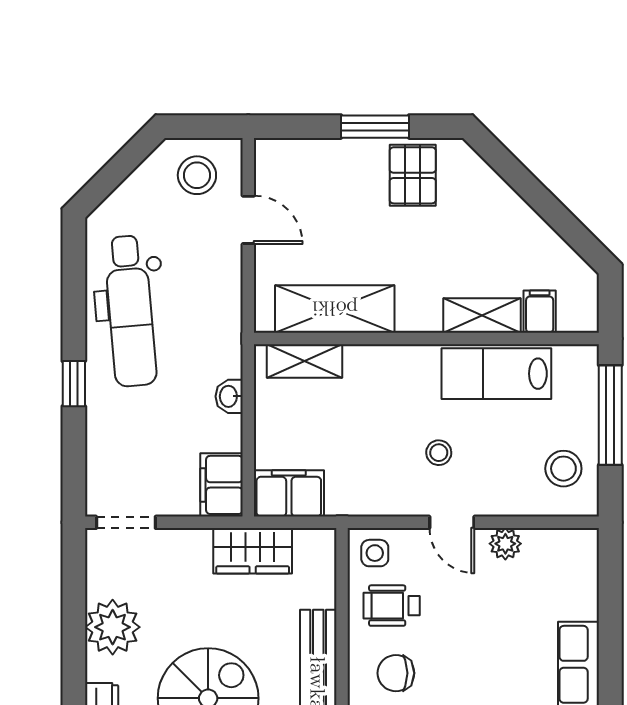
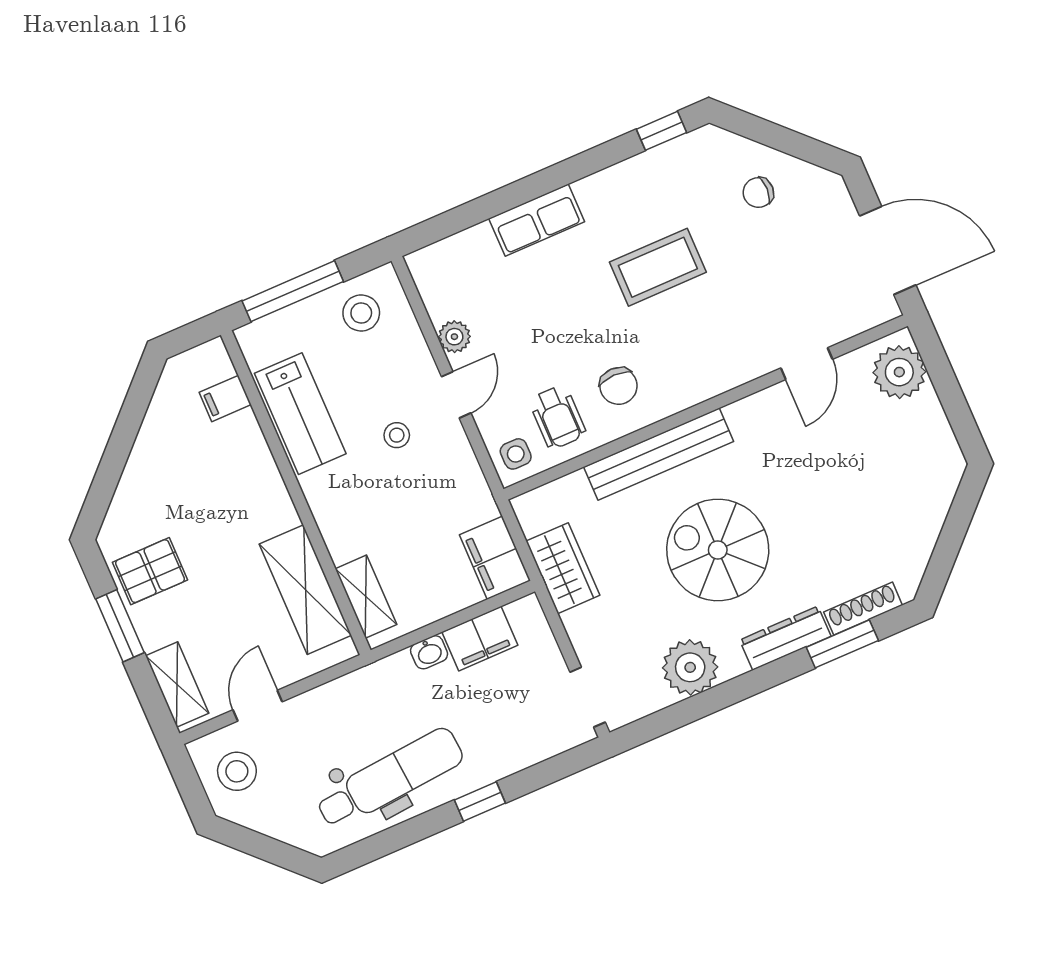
shelving: (482, 315) -> (177, 684), moved
filing cabinet: (221, 485) -> (480, 639), moved

